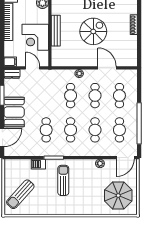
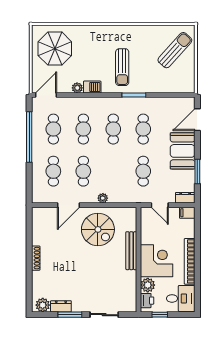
spiral stairs: (93, 31) -> (98, 229), moved, turned -90
corner desk: (35, 37) -> (157, 261), moved
door: (107, 68) -> (69, 205), hinge flipped
cafe table: (71, 96) -> (143, 171), moved
barbecue: (38, 164) -> (92, 87), moved

